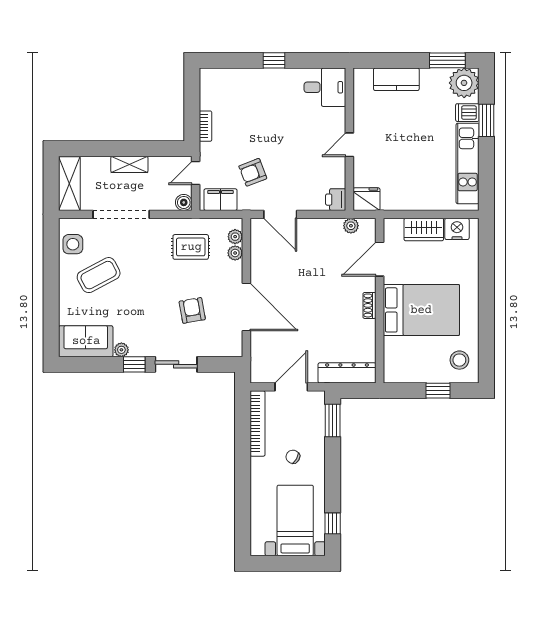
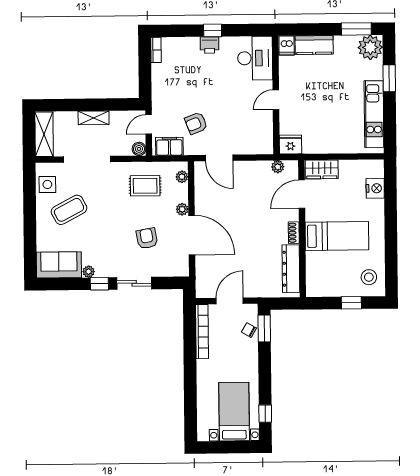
desk: (325, 87) -> (255, 58), width x1.37
dishwasher: (467, 113) -> (287, 45), moved, turned -90
bookcase: (205, 126) -> (156, 50), moved
printer: (336, 200) -> (210, 45), moved, turned -90
wardrobe: (424, 229) -> (322, 169), moved
nightstand: (457, 229) -> (375, 188), moved, turned 90
plant: (235, 253) -> (182, 209), moved
bed: (421, 310) -> (337, 236), width x0.67
dresser: (347, 373) -> (291, 269), moved, turned -90
chair: (293, 457) -> (249, 330), moved

